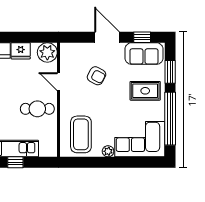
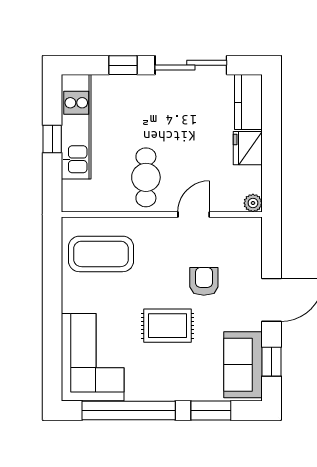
plant: (47, 52) -> (253, 203), width x0.53, depth x0.53
armchair: (97, 76) -> (204, 281), turned 152
rug: (145, 91) -> (168, 326), moved, turned 90
plant: (108, 151) -> (71, 302), removed

